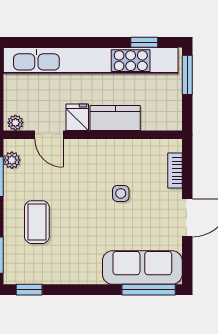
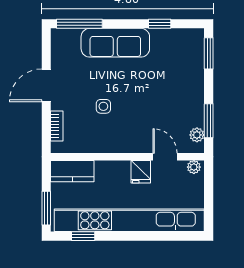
kitchen counter: (115, 118) -> (72, 171), moved
coffee table: (37, 222) -> (175, 82), removed
sofa: (142, 268) -> (115, 43), moved
window: (29, 290) -> (160, 24), moved

